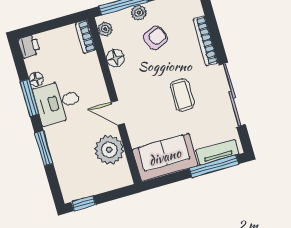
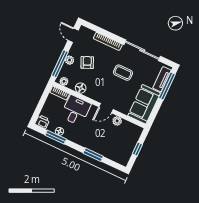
window: (29, 98) -> (56, 137), moved
desk: (58, 102) -> (76, 110), moved, turned 180
plant: (109, 150) -> (117, 121), width x0.53, depth x0.53
window: (83, 203) -> (137, 149), moved

